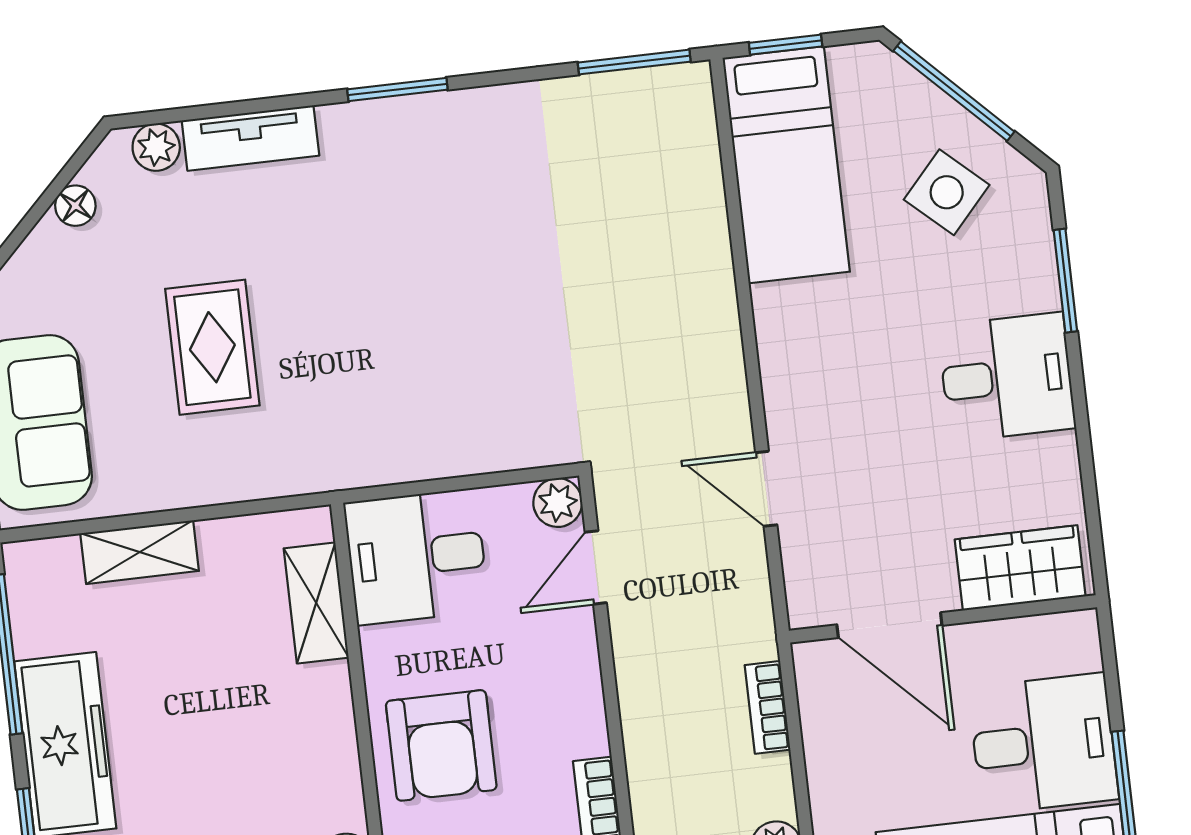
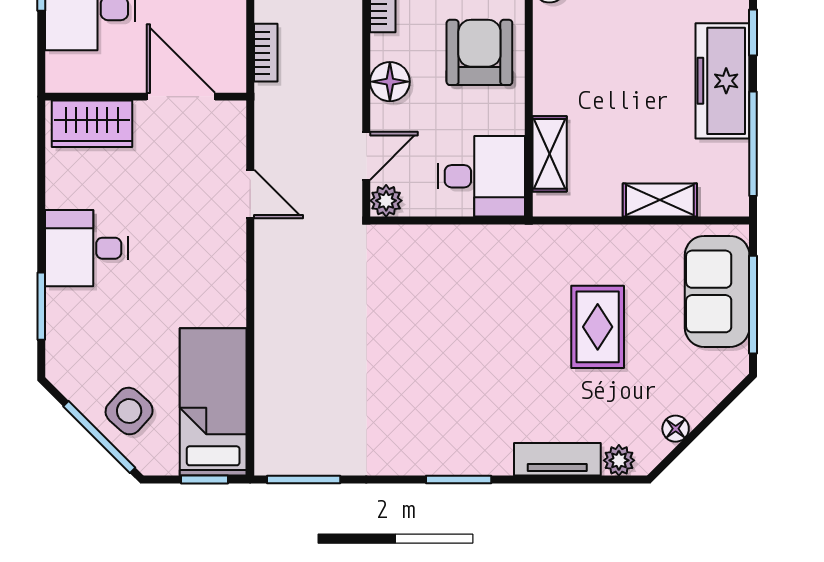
side table: (947, 192) -> (129, 411), moved
floor lamp: (573, 685) -> (390, 82), added

